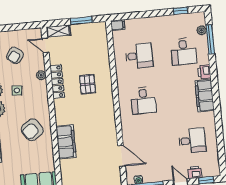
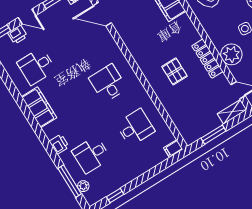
desk: (183, 51) -> (91, 155), turned -90
desk: (139, 56) -> (135, 127), turned 180
plant: (41, 75) -> (231, 54), width x1.87, depth x1.87
filing cabinet: (205, 95) -> (39, 107), moved

